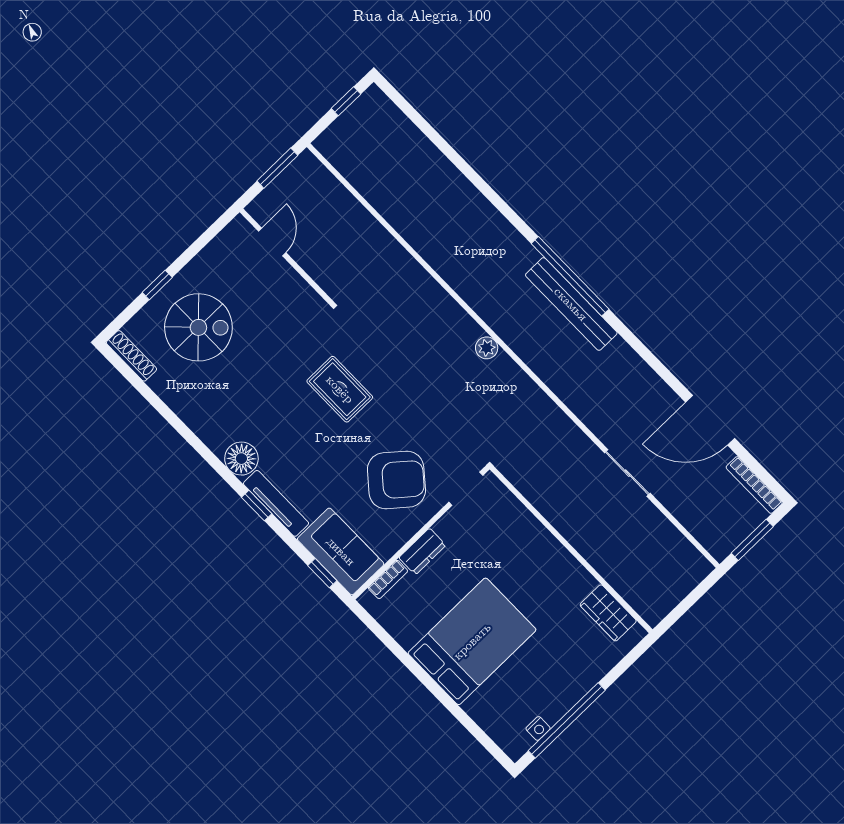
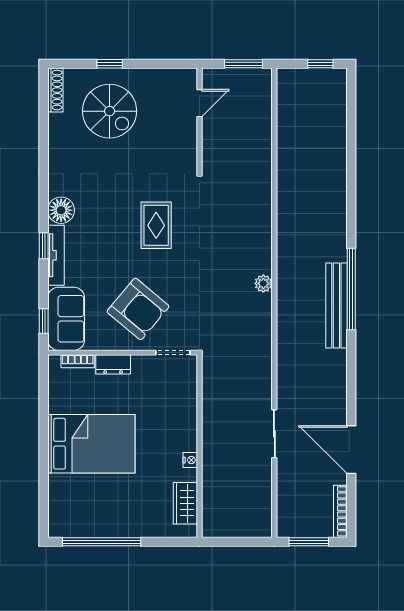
nightstand: (538, 728) -> (190, 460), moved, turned -90

